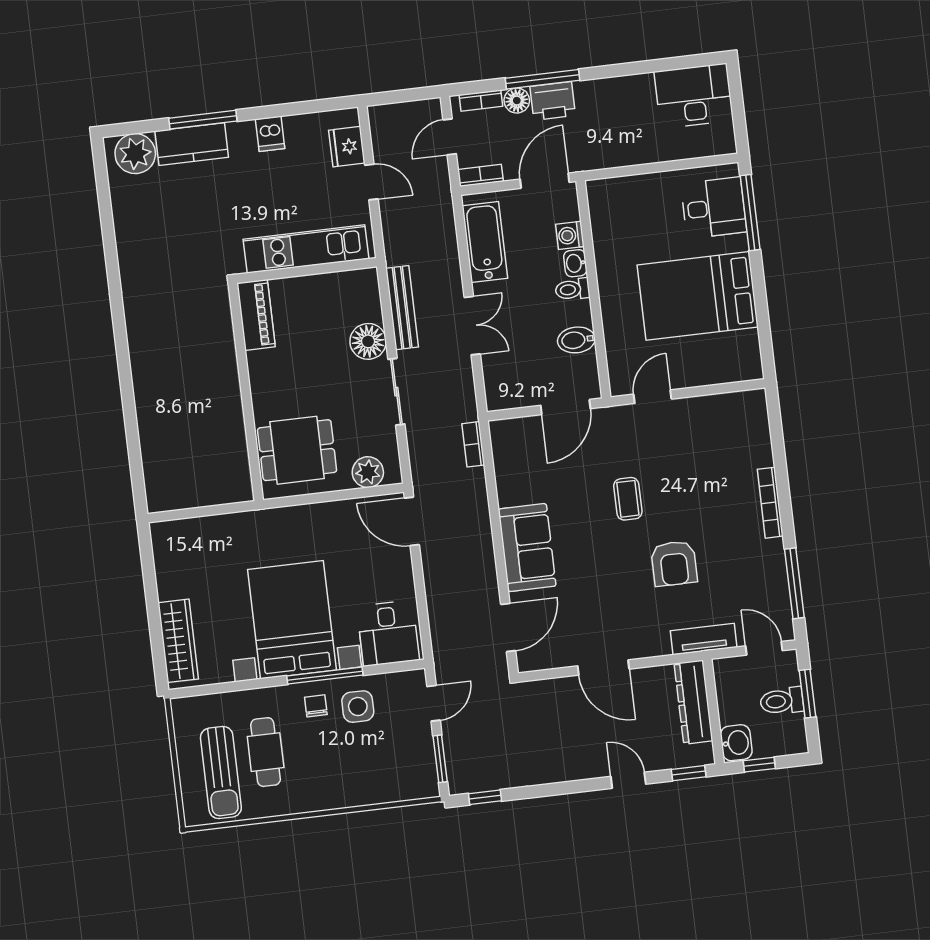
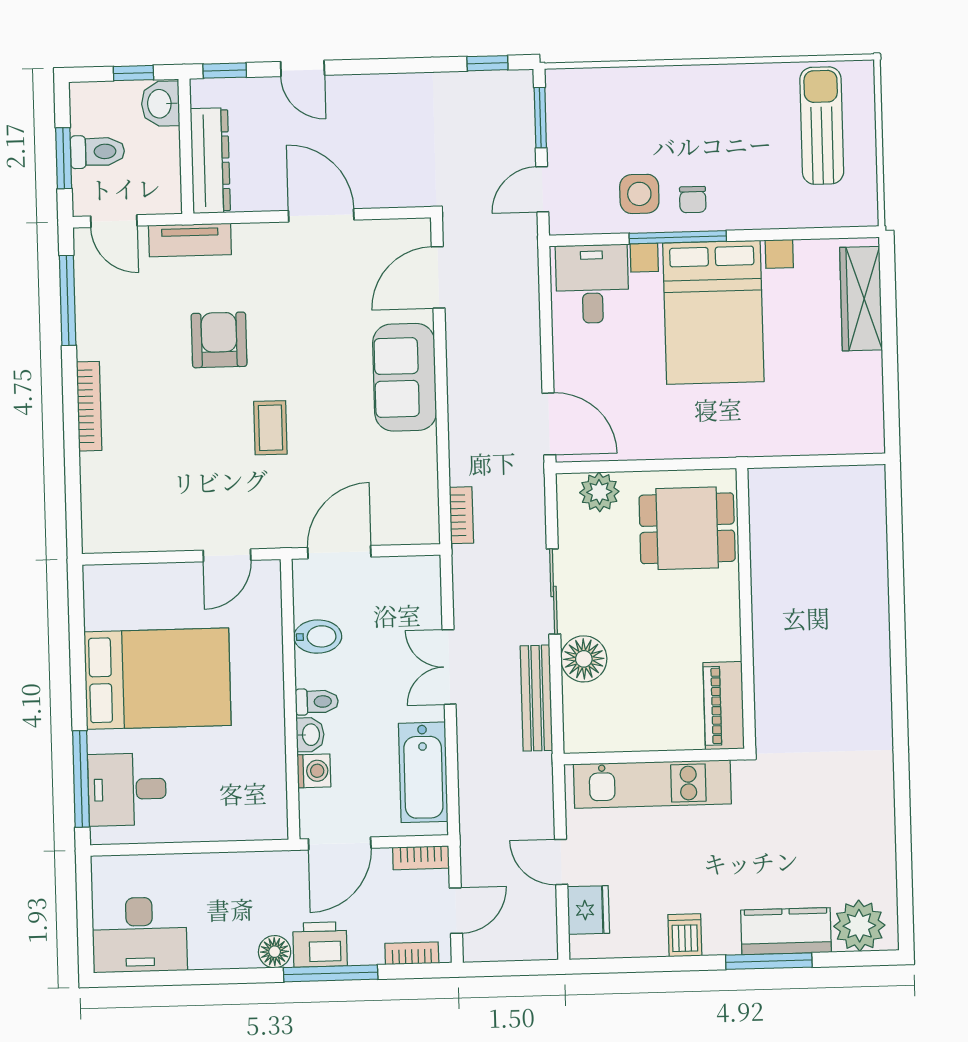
floor lamp: (517, 101) -> (275, 952), moved
cafe table: (266, 752) -> (762, 146), removed

